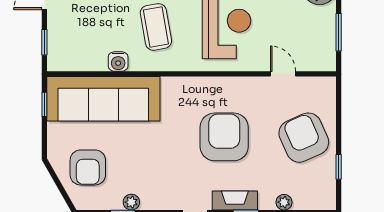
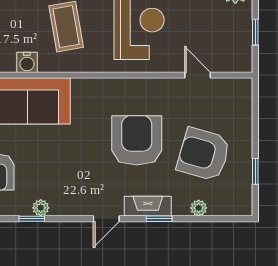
window: (339, 32) -> (255, 32), width x0.67
armchair: (304, 138) -> (204, 154), moved, turned -50

